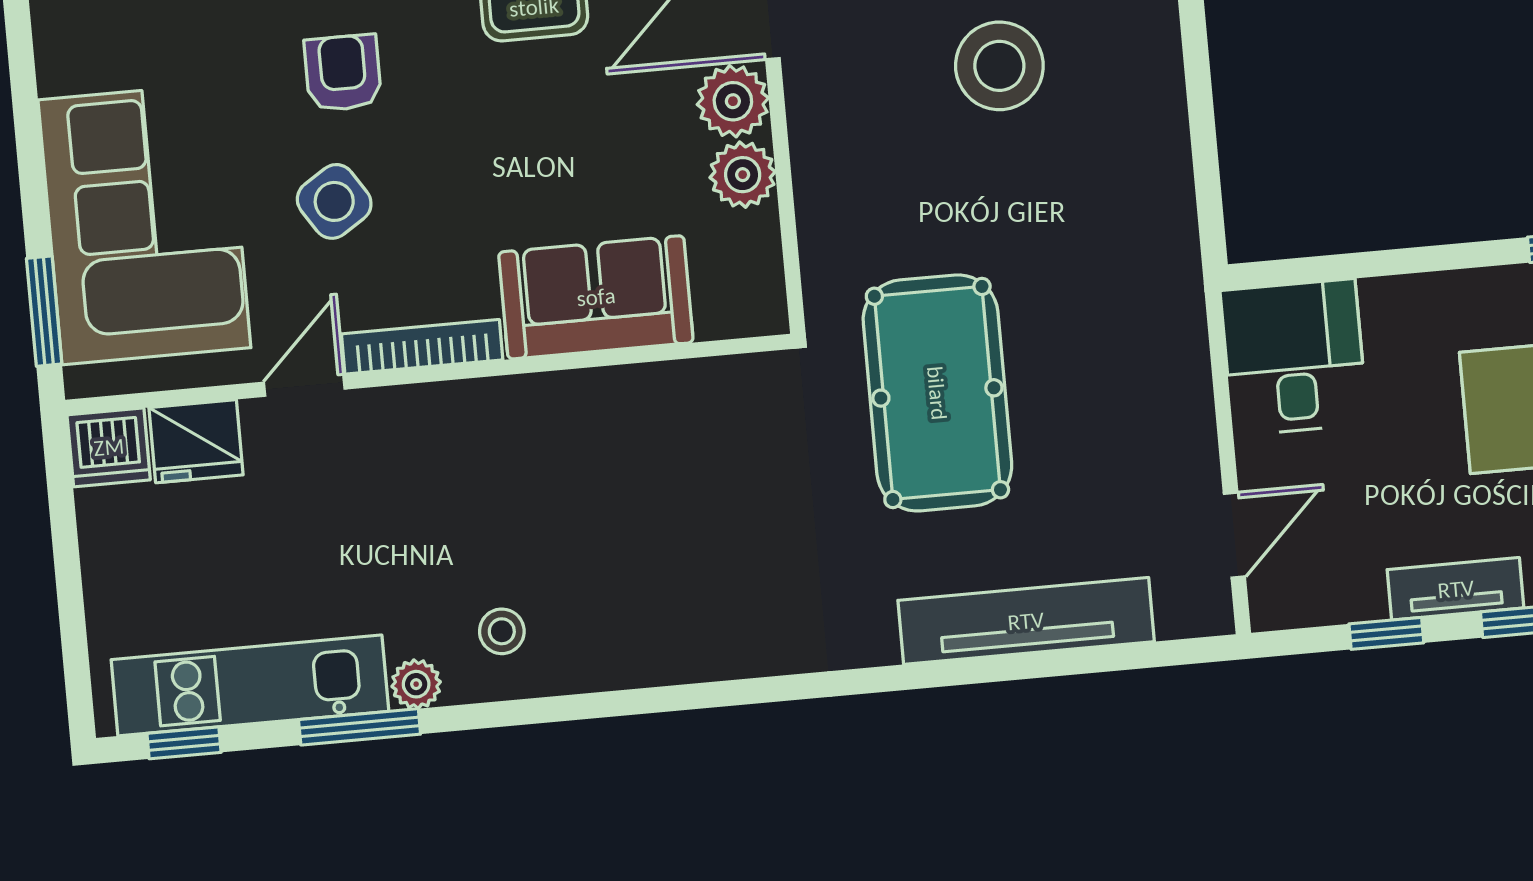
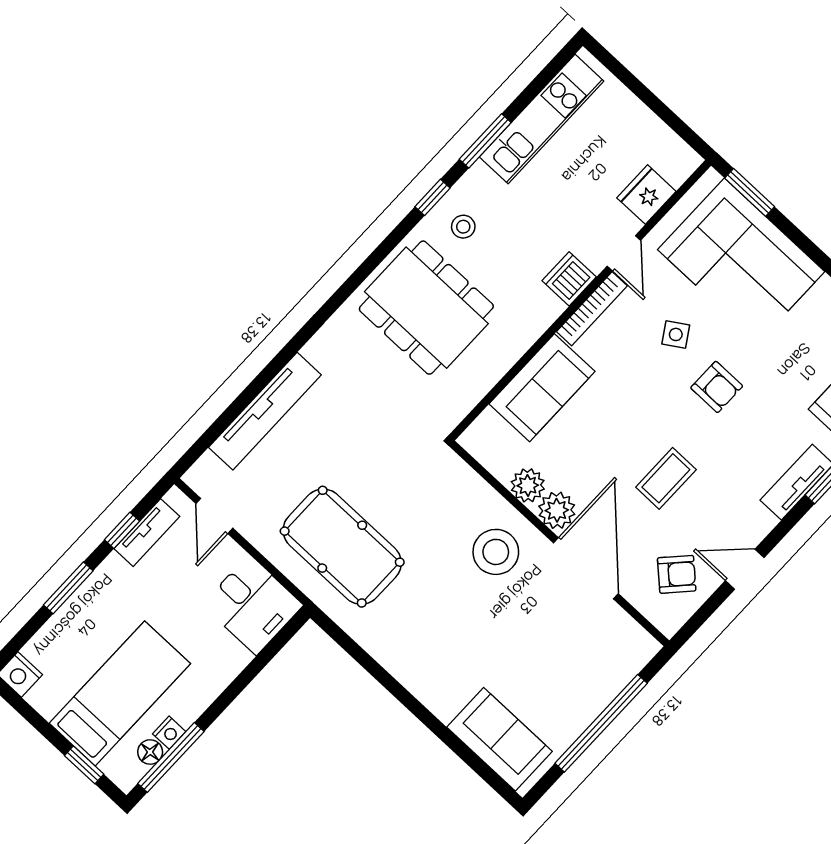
stool: (999, 66) -> (496, 552), moved
side table: (334, 201) -> (676, 334), width x0.73, depth x0.73
pool table: (937, 393) -> (342, 547), moved
dishwasher: (109, 447) -> (569, 279), moved
dining table: (660, 562) -> (426, 308), added
tv unit: (1456, 589) -> (147, 533), moved
plant: (416, 684) -> (478, 177), removed
window: (184, 743) -> (433, 197), moved

